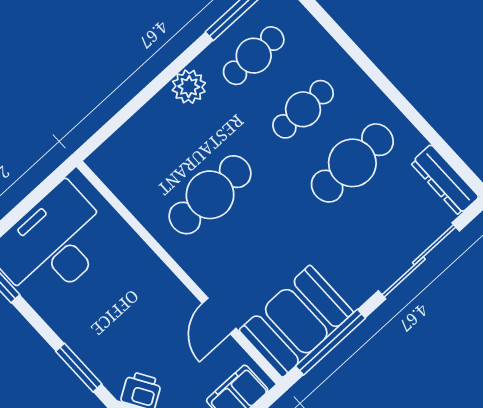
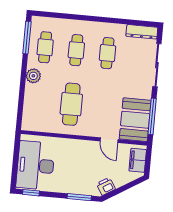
cafe table: (352, 163) -> (107, 53), width x0.73, depth x0.74

